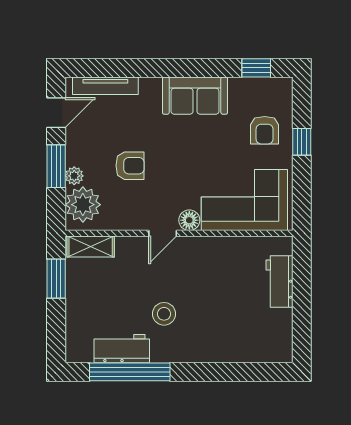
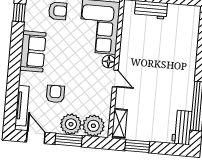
armchair: (130, 166) -> (55, 94), moved
plant: (74, 176) -> (71, 124), width x1.88, depth x1.88
stool: (164, 314) -> (165, 82), removed
workbench: (122, 349) -> (182, 127), moved

